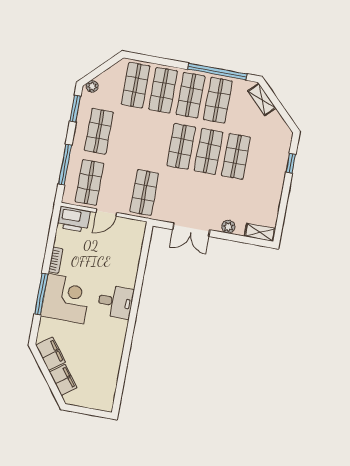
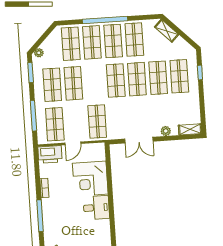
window: (217, 72) -> (105, 20), moved
shop shelf: (126, 136) -> (73, 83), added
shop shelf: (263, 161) -> (179, 76), added
corner desk: (66, 299) -> (90, 179), moved, turned 180

